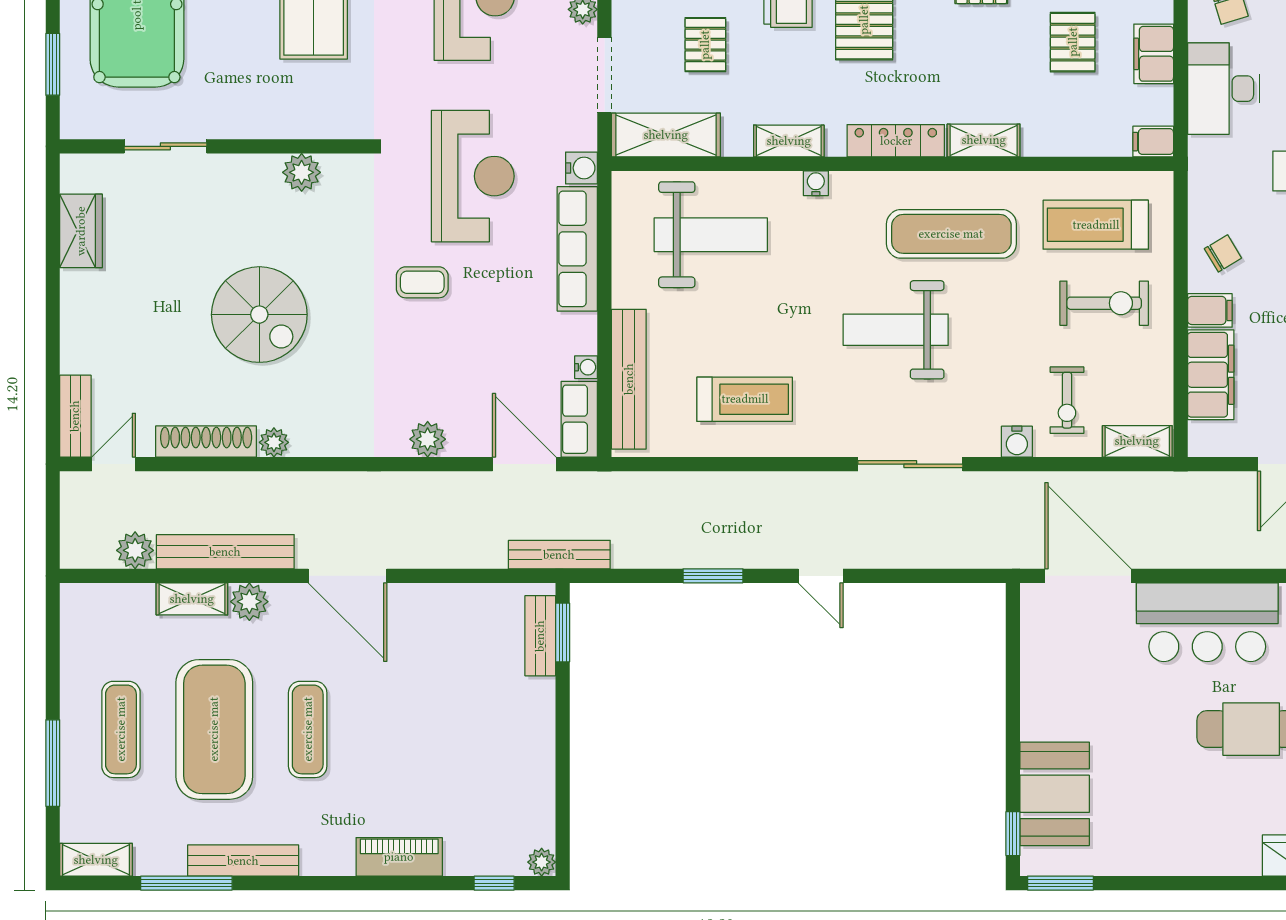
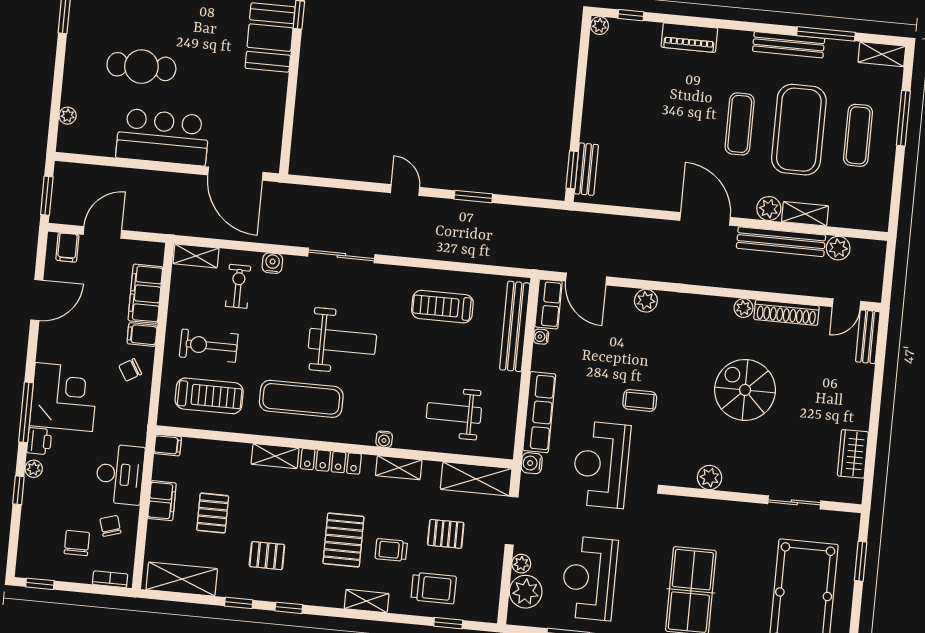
pallet: (705, 45) -> (446, 534), turned 90
weight bench: (711, 235) -> (454, 413), width x0.73, depth x0.75
bench: (559, 555) -> (569, 219), removed

